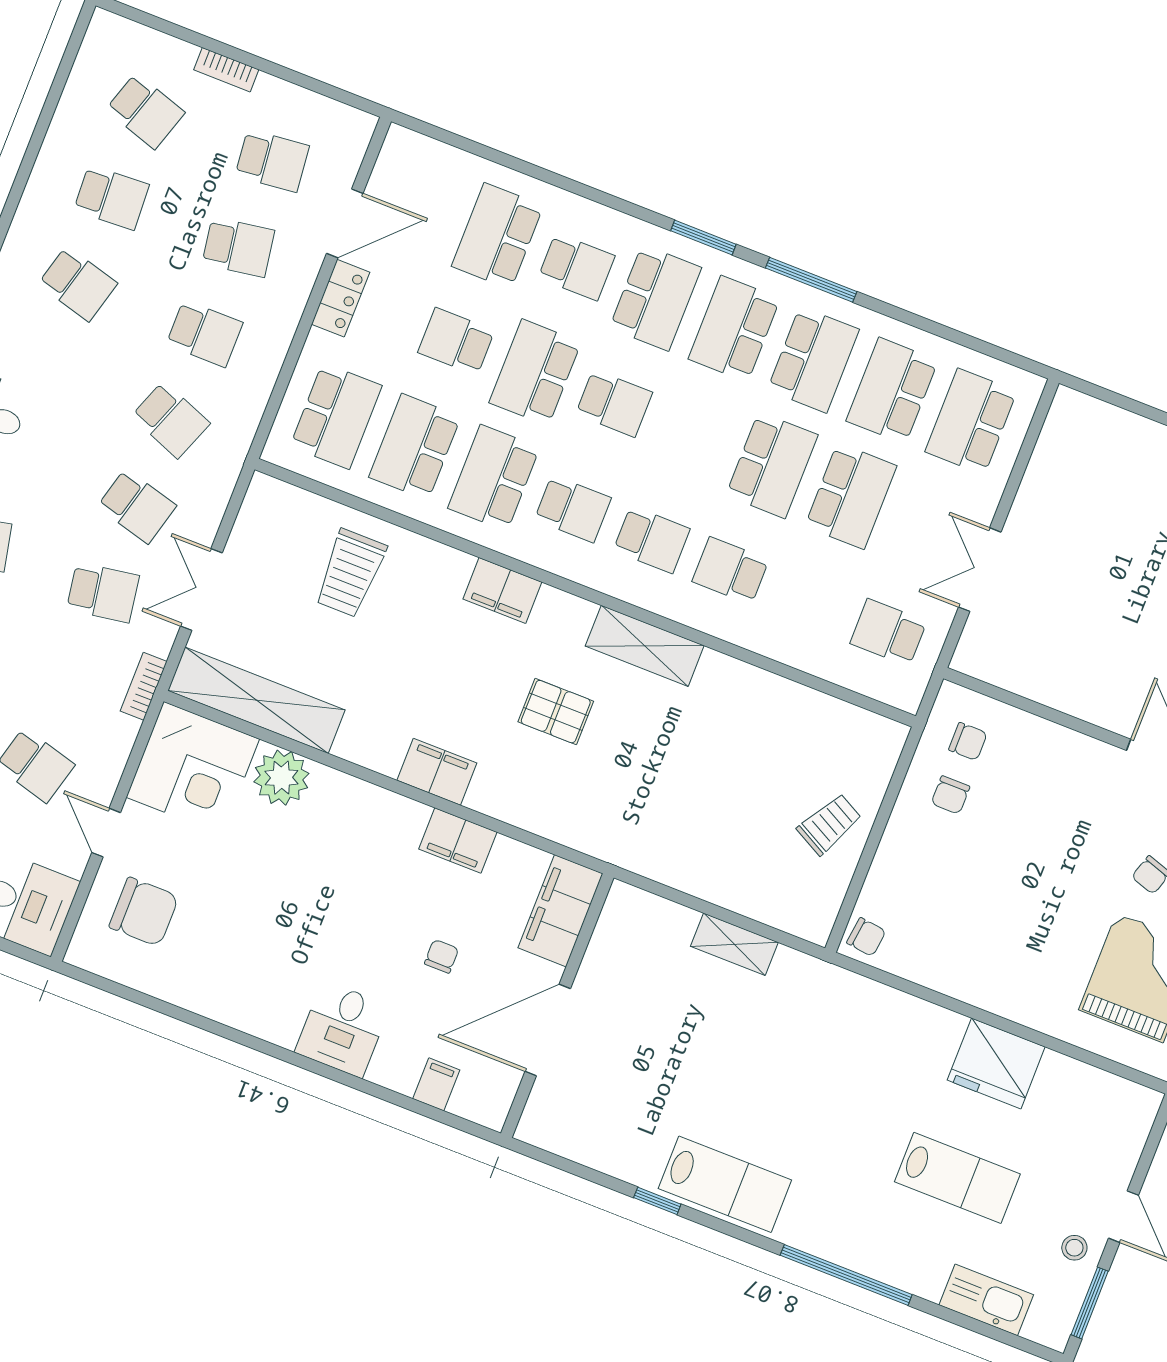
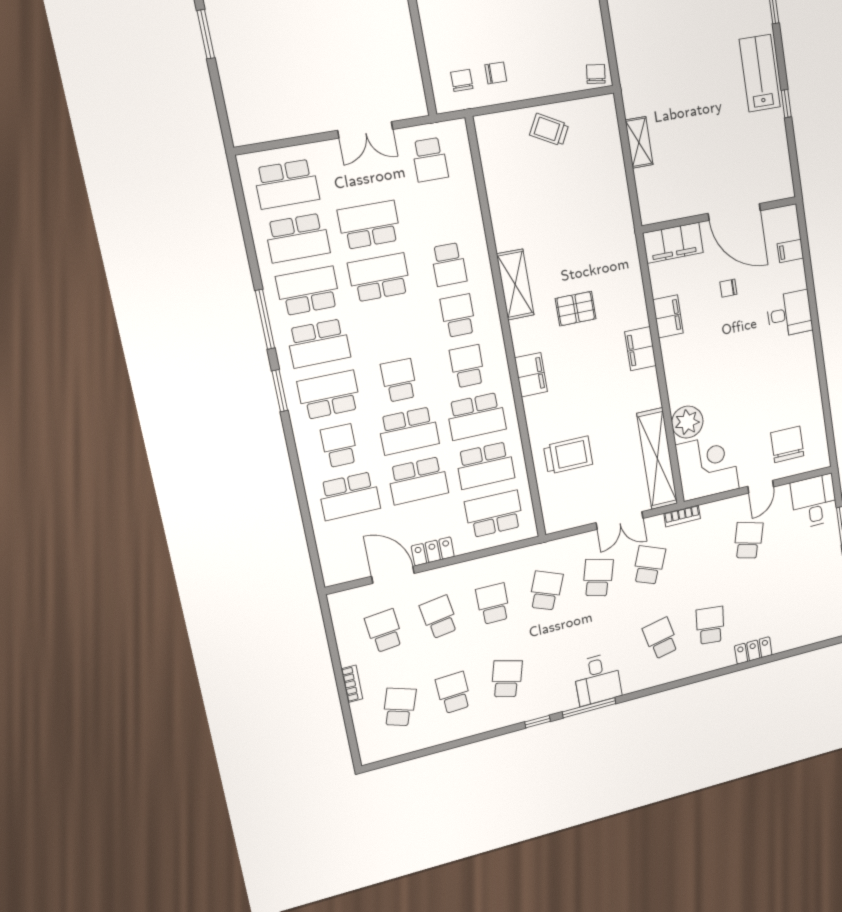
school desk: (456, 341) -> (418, 480), width x1.85
school desk: (103, 593) -> (649, 565), turned 30
pallet: (556, 712) -> (576, 309), turned 90

